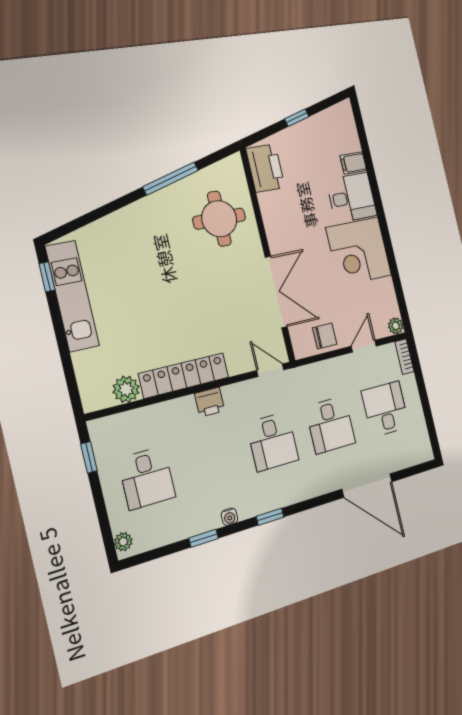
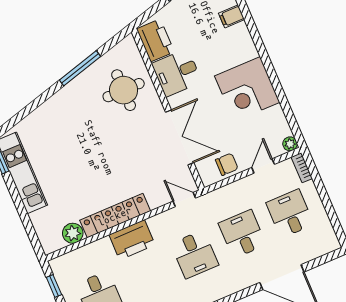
desk: (352, 198) -> (177, 73), moved, turned 180
printer: (210, 402) -> (132, 240), width x1.87, depth x1.48
desk: (330, 425) -> (242, 234), turned 180

